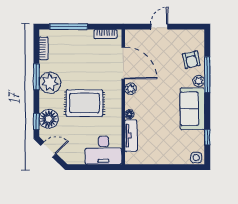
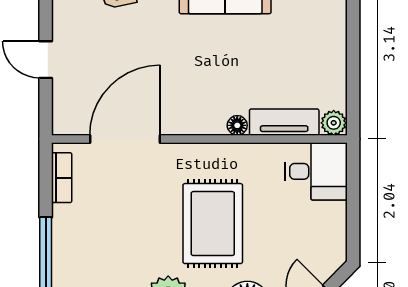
plant: (131, 89) -> (334, 123), moved
desk: (103, 150) -> (316, 171), width x0.73

